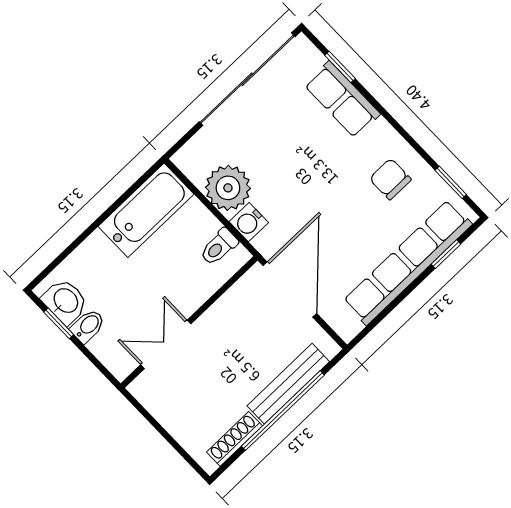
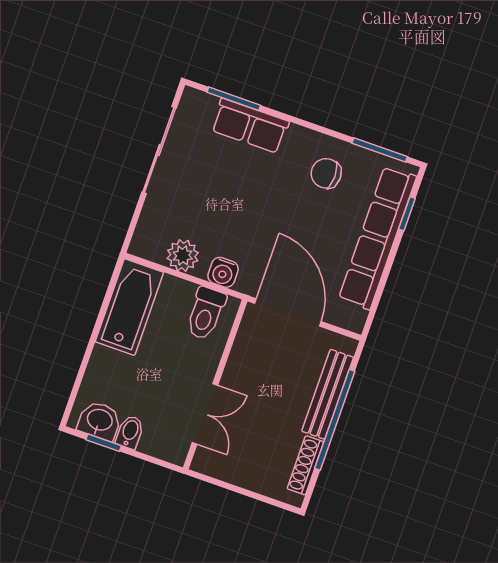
window: (340, 67) -> (234, 99), width x1.50
sliding door: (247, 79) -> (159, 150), width x0.73
window: (451, 182) -> (380, 150), width x1.50
plant: (228, 188) -> (183, 255), width x0.73, depth x0.73
toilet: (219, 247) -> (206, 313), width x1.37, depth x1.39
double door: (166, 344) -> (205, 414), swing flipped

